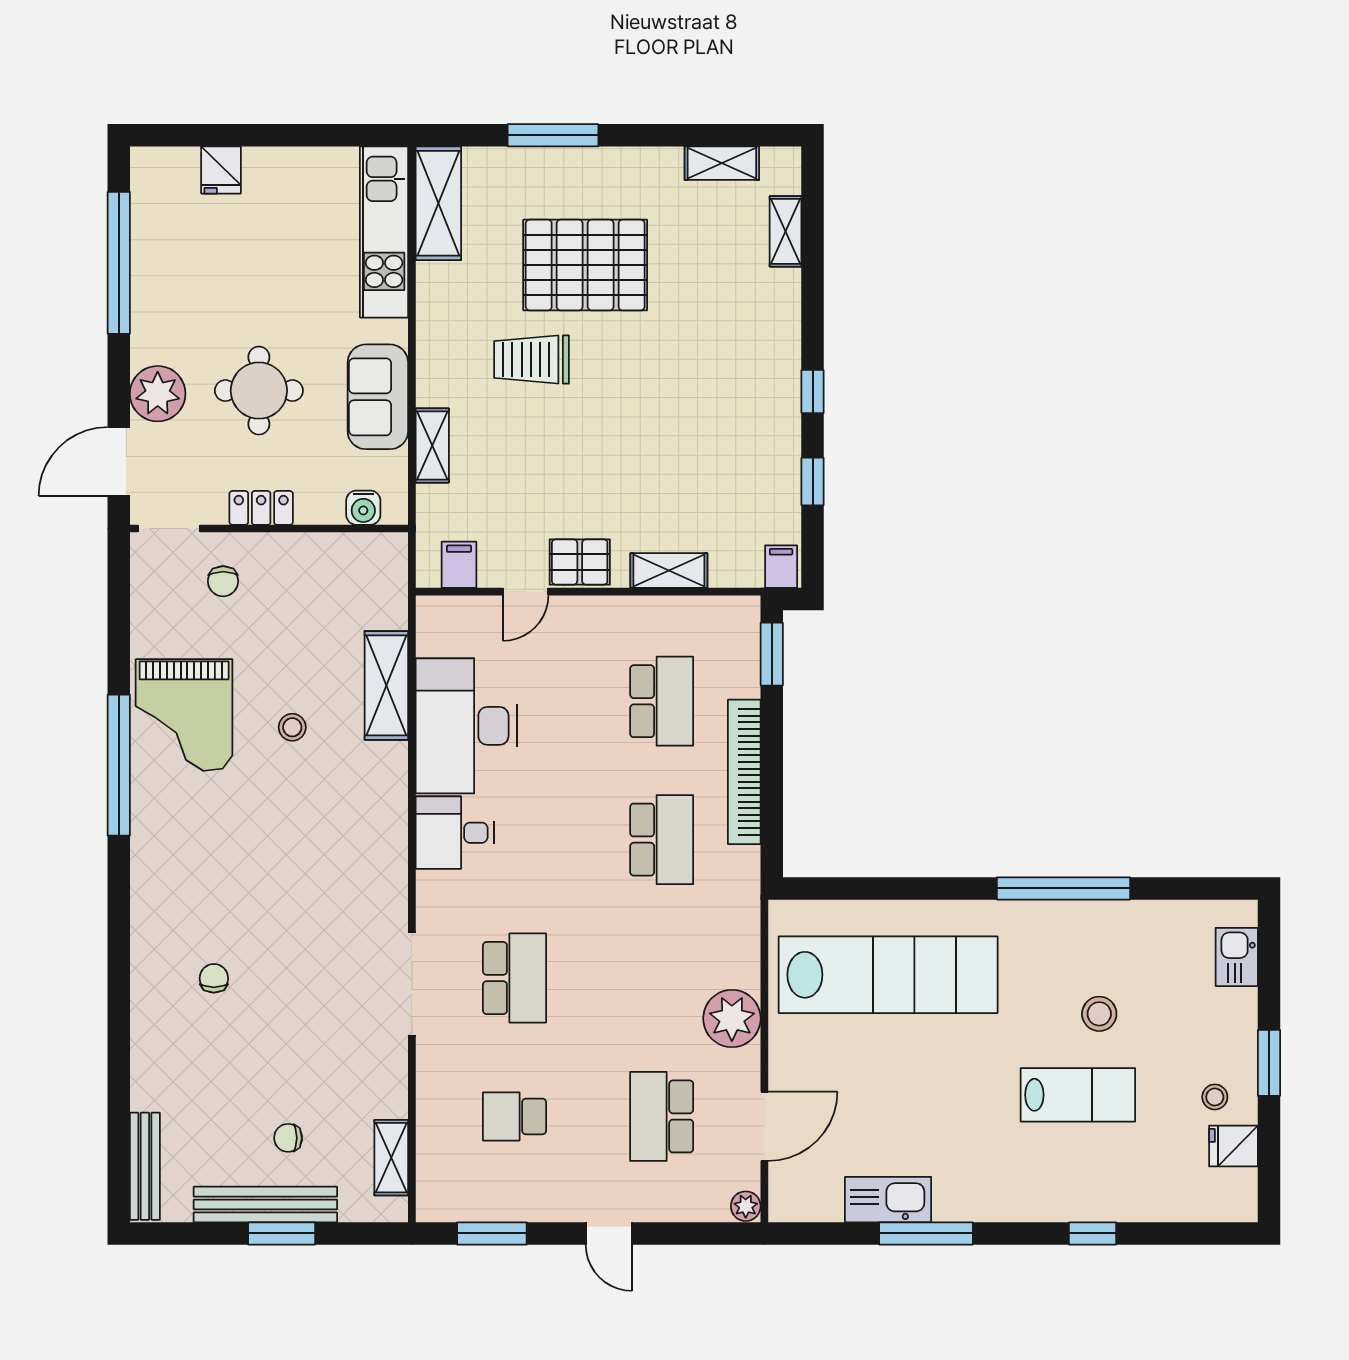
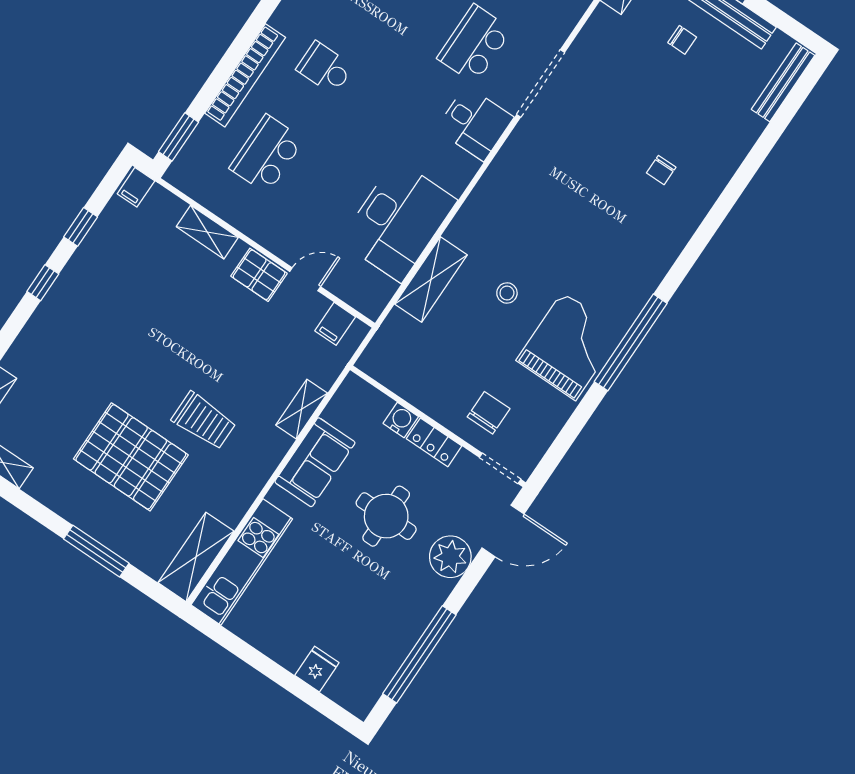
water cooler: (363, 508) -> (401, 420), moved
chair: (223, 581) -> (489, 413), width x1.37, depth x1.37
desk: (455, 833) -> (475, 123), moved
school desk: (662, 840) -> (325, 68), width x0.54

